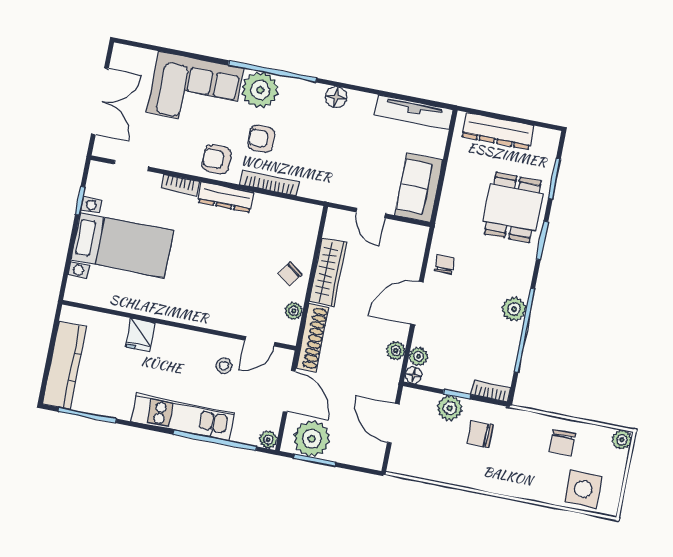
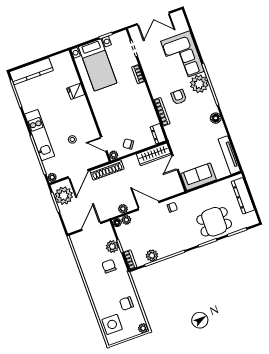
armchair: (217, 159) -> (158, 83), removed
dresser: (226, 197) -> (158, 134), moved, width x0.70
wardrobe: (328, 272) -> (154, 154), moved
plant: (514, 309) -> (152, 255), moved
wall: (179, 325) -> (90, 105), moved
fridge: (140, 335) -> (76, 91), moved
door: (260, 341) -> (104, 144), moved

